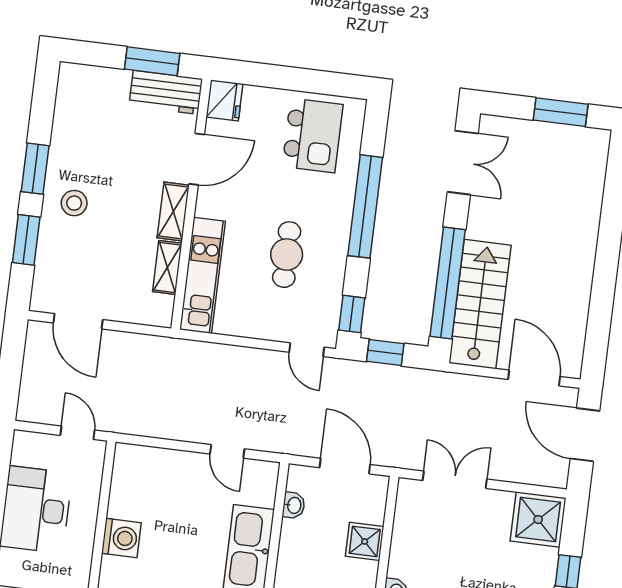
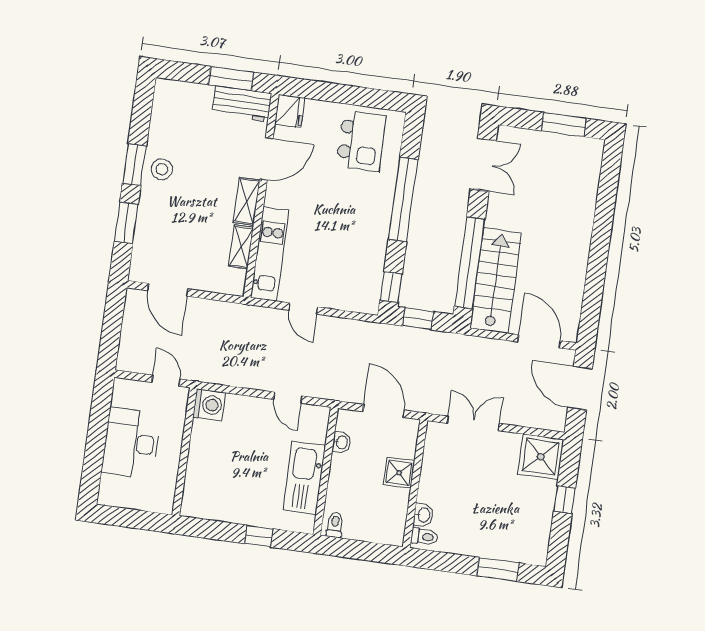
stool: (74, 203) -> (162, 169), moved
cafe table: (287, 255) -> (339, 238), removed
door: (307, 350) -> (303, 309), moved
washing machine: (121, 538) -> (209, 405), moved

